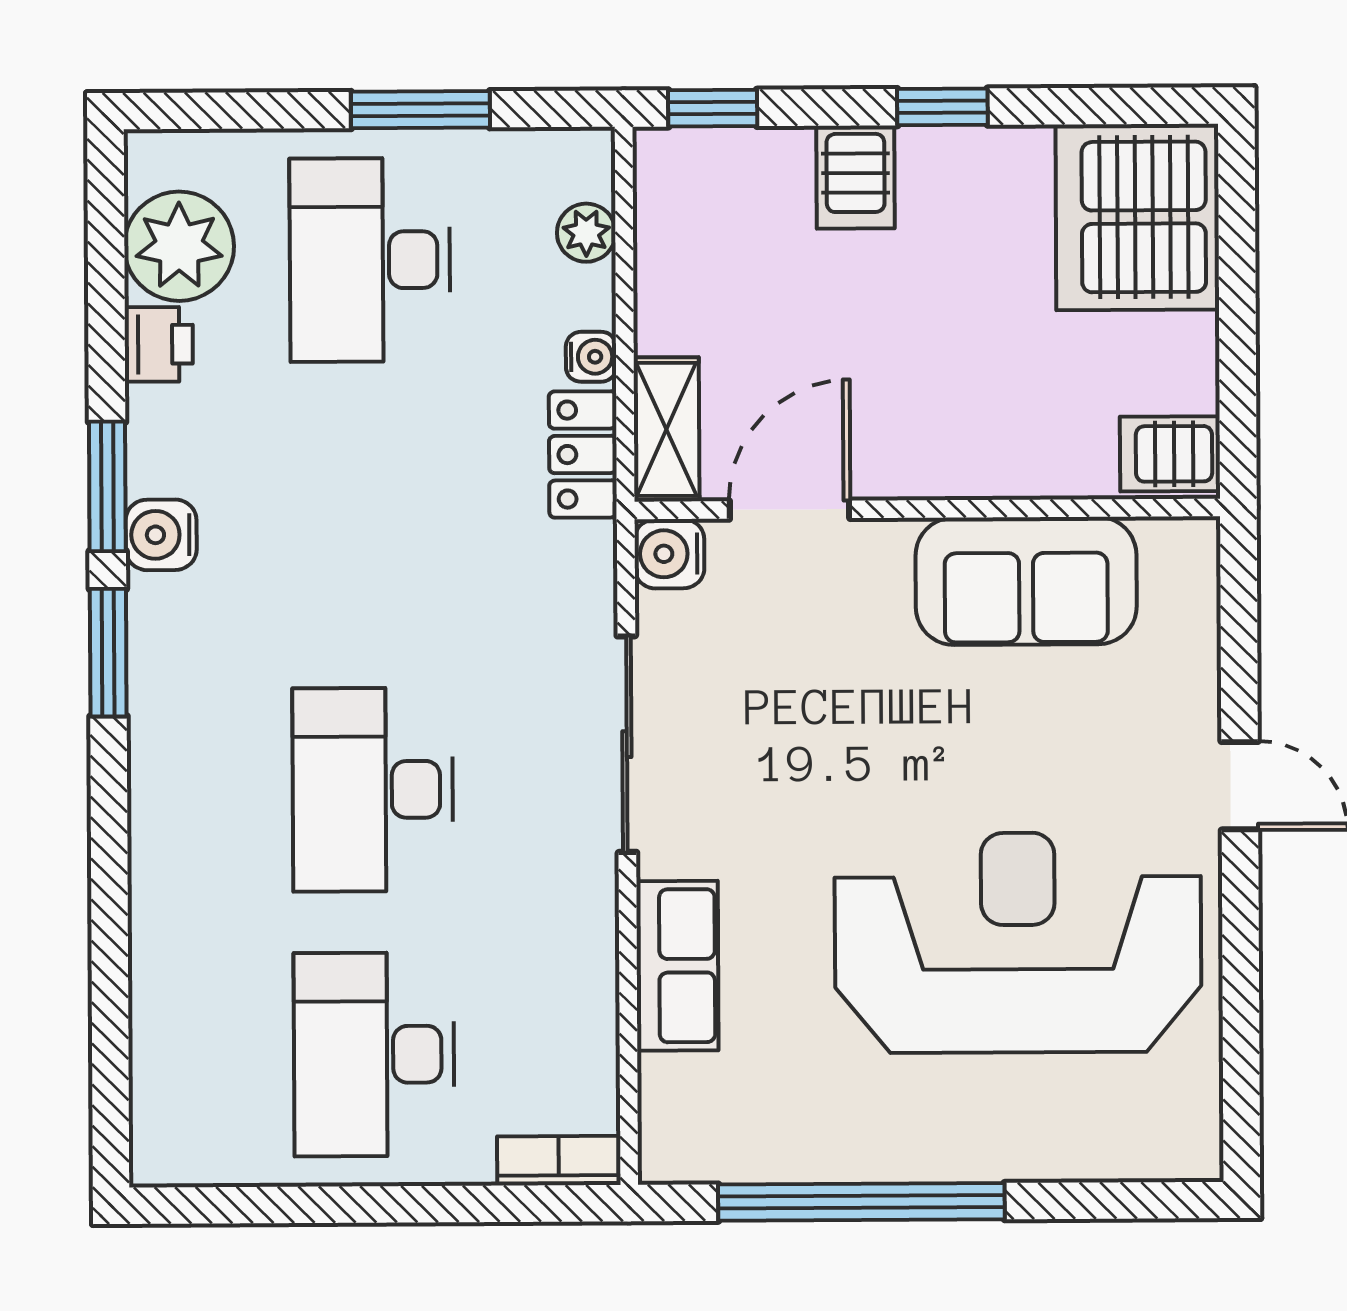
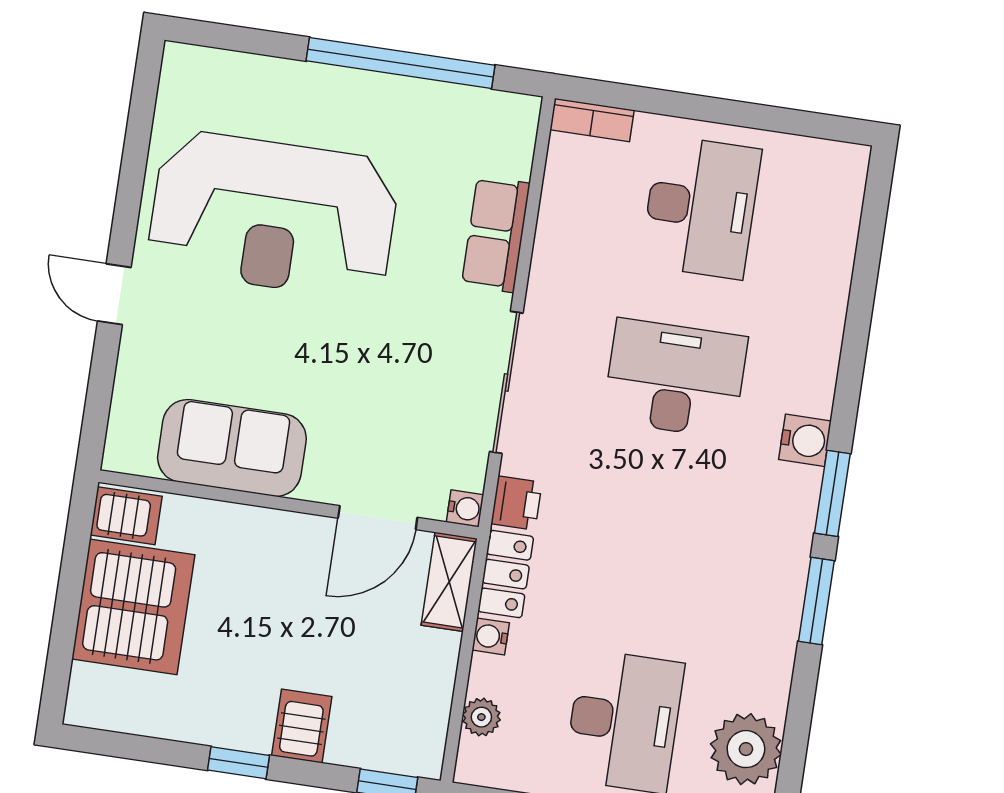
server rack: (1137, 217) -> (133, 607), moved
printer: (159, 344) -> (516, 503), moved, turned 180
water cooler: (161, 535) -> (805, 440), moved
water cooler: (669, 554) -> (465, 508), width x0.72, depth x0.72
desk: (373, 790) -> (675, 378), turned -90

